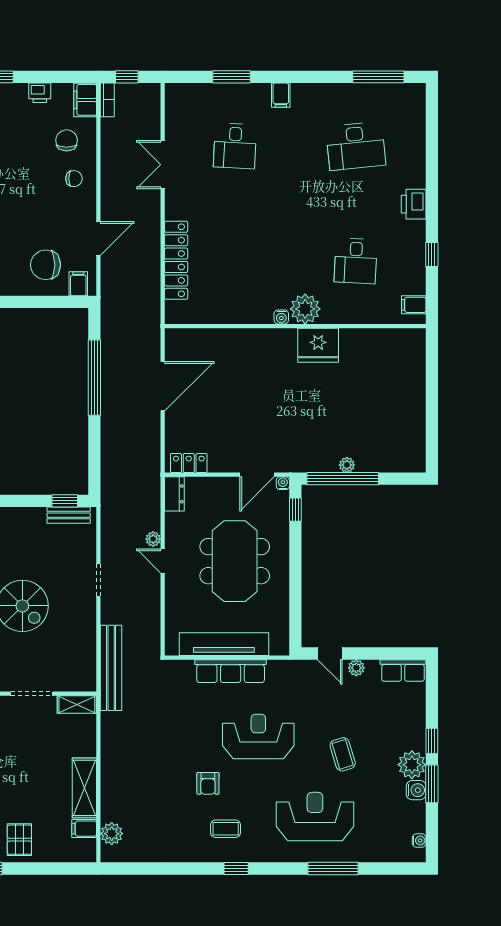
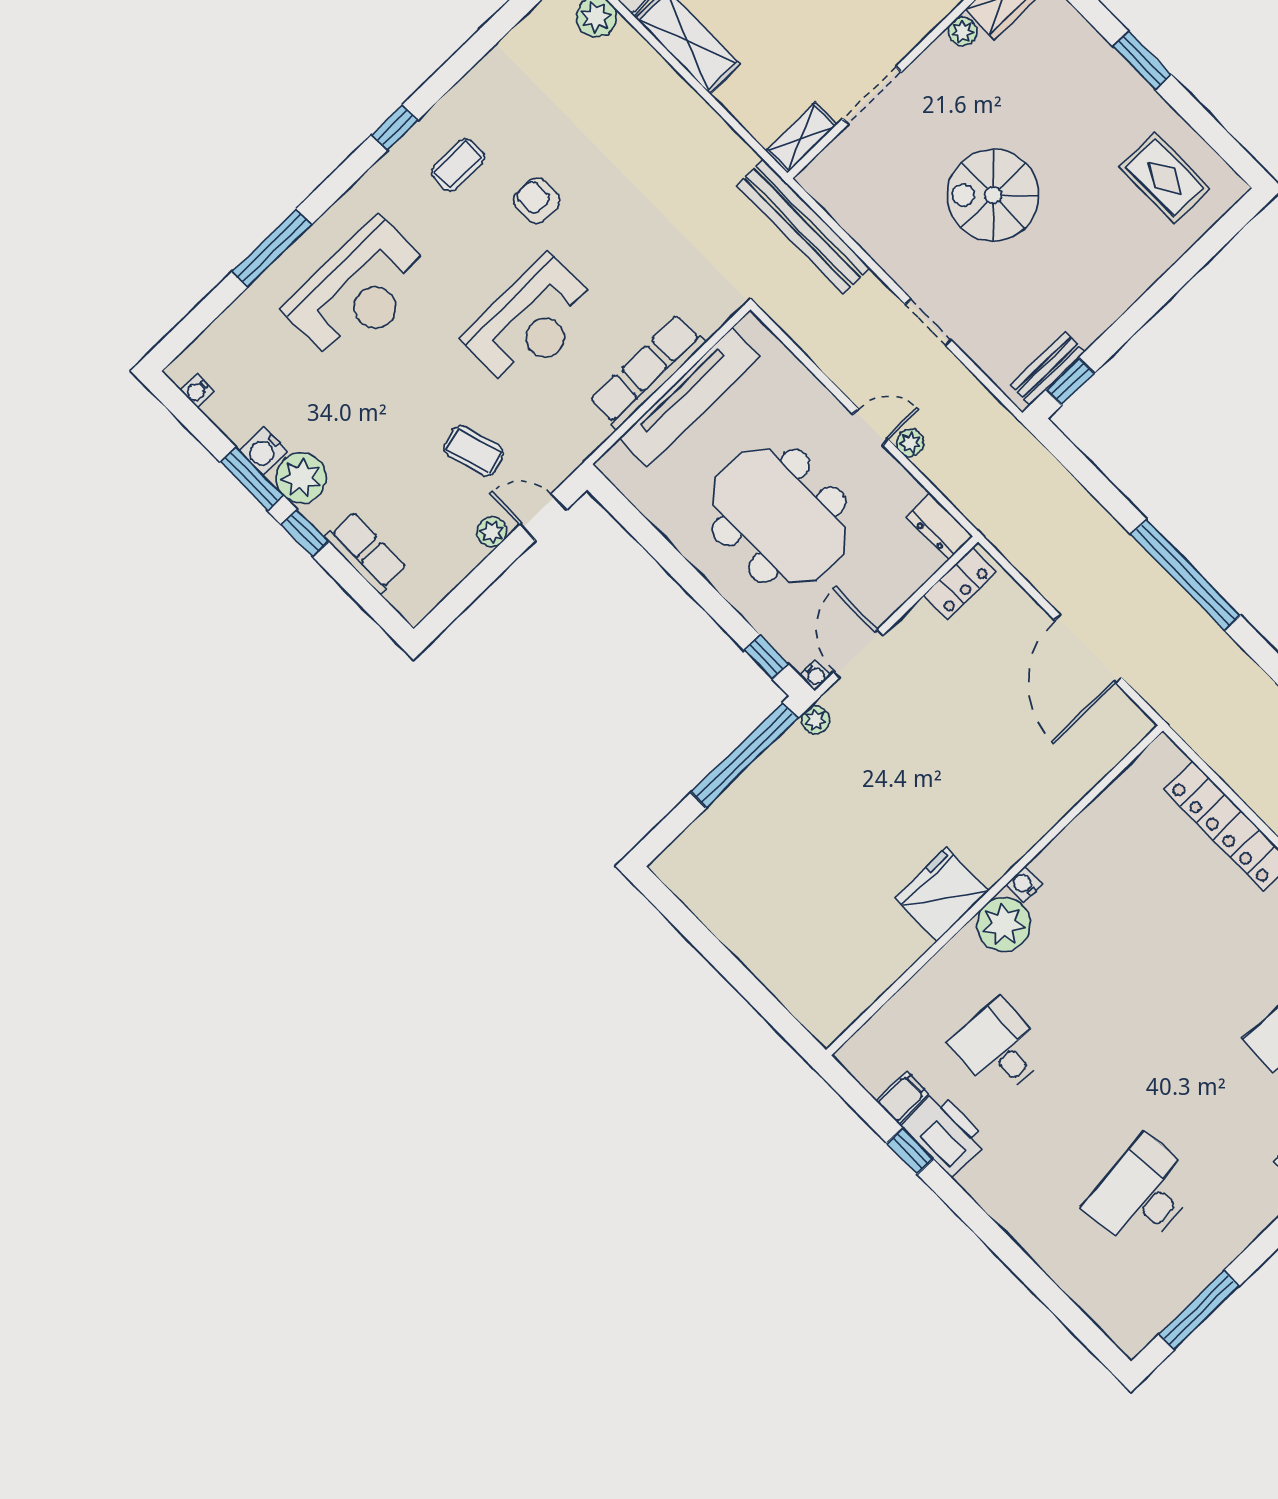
printer: (414, 204) -> (944, 1134), moved, width x1.37, depth x1.19
filing cabinet: (414, 305) -> (902, 1097), moved
plant: (347, 465) -> (815, 720), moved
row of seats: (403, 670) -> (366, 553), moved, turned 90
coffee table: (343, 754) -> (474, 451), moved

